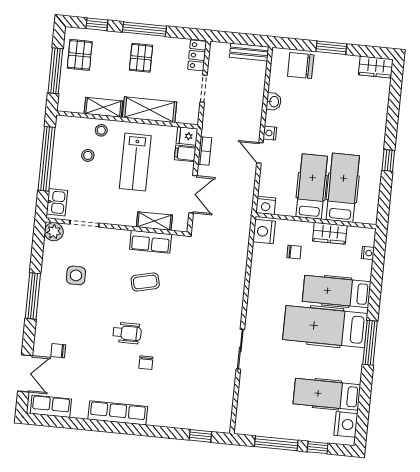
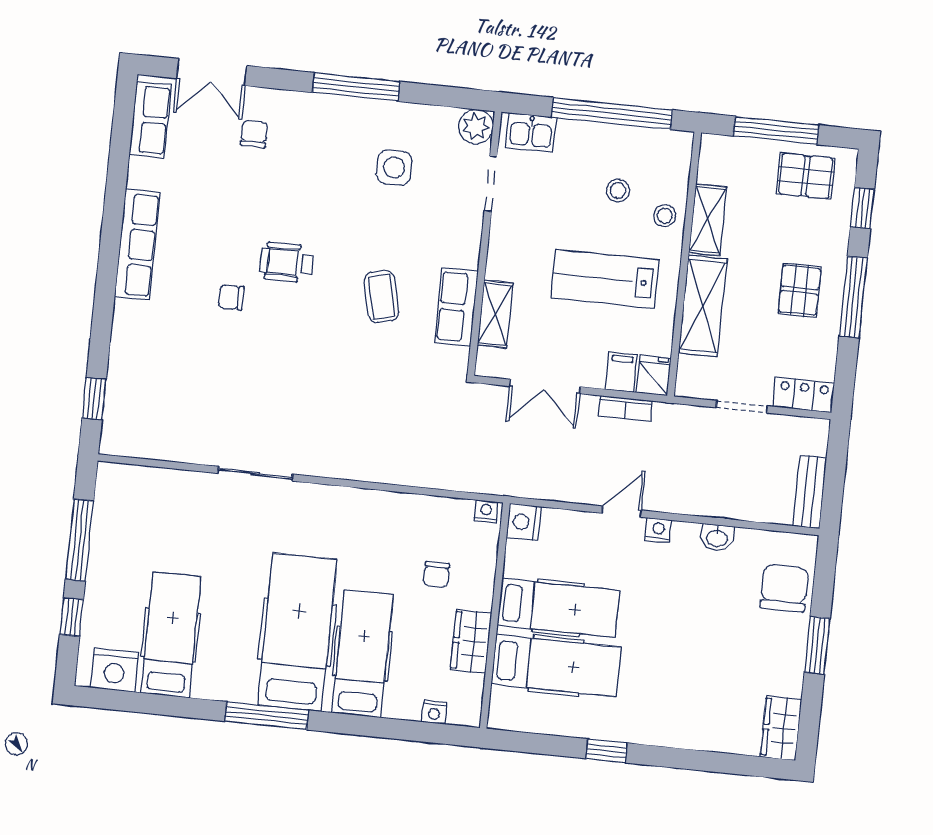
pallet: (141, 58) -> (800, 290), turned 90
nightstand: (264, 231) -> (486, 511), width x0.53, depth x0.56
wheelchair: (127, 333) -> (287, 262), turned 90

